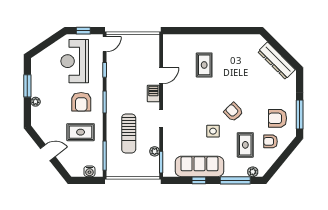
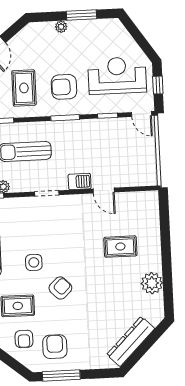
plant: (233, 43) -> (152, 283), added
armchair: (271, 141) -> (24, 339), turned 180

